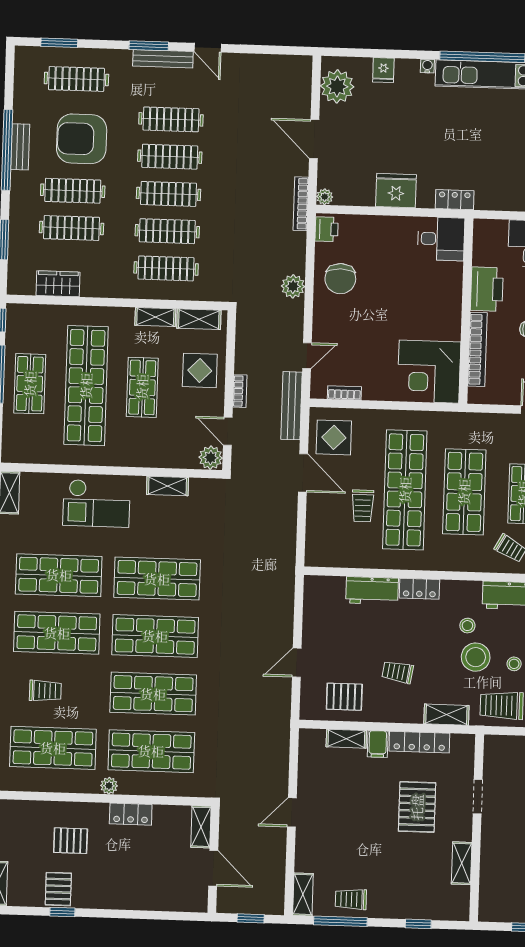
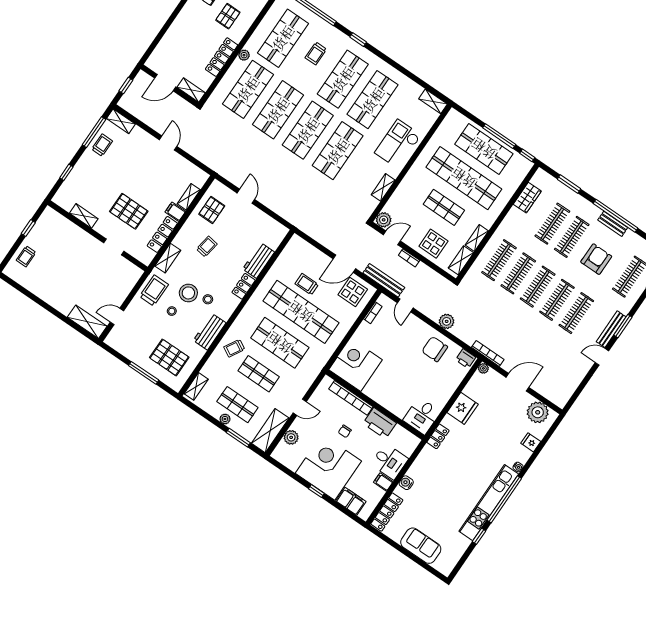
armchair: (82, 139) -> (596, 259), width x0.73, depth x0.73
shop shelf: (30, 384) -> (484, 149), width x1.43, depth x1.36
locker: (131, 814) -> (222, 57), width x1.53

